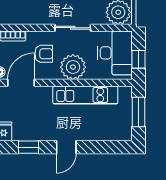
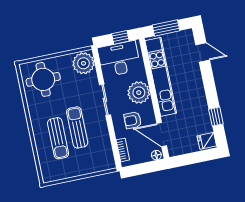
armchair: (44, 54) -> (133, 120), turned -90
kitchen unit: (85, 95) -> (161, 77), width x1.36
door: (66, 147) -> (203, 52), moved

